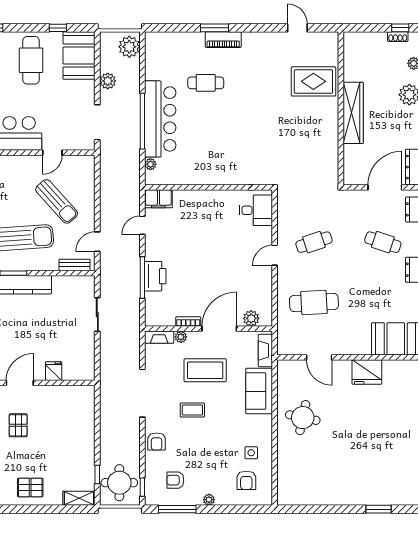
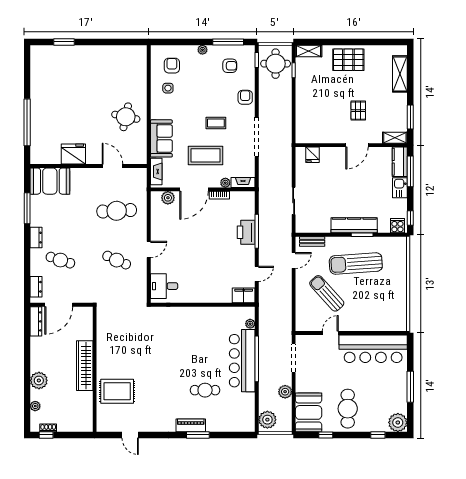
cafe table: (314, 242) -> (117, 260), turned 42
fridge: (54, 371) -> (312, 155), moved
pallet: (30, 487) -> (348, 60), width x1.50, depth x1.42

